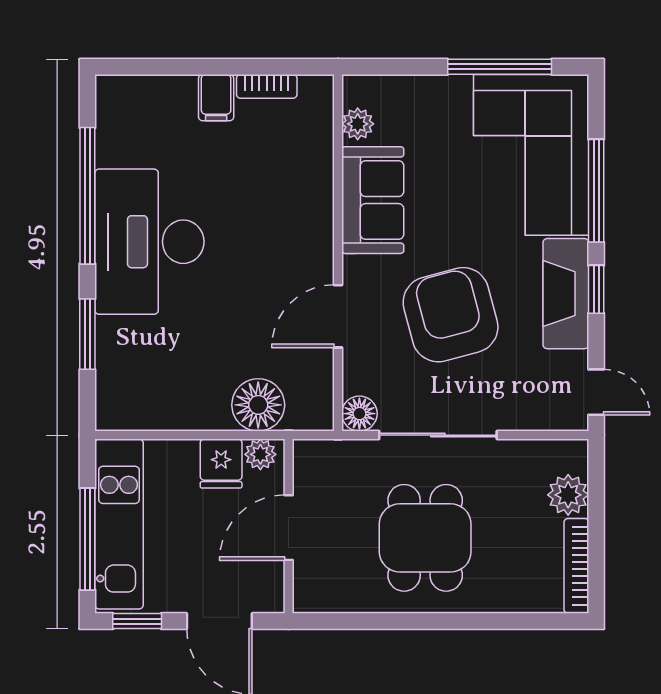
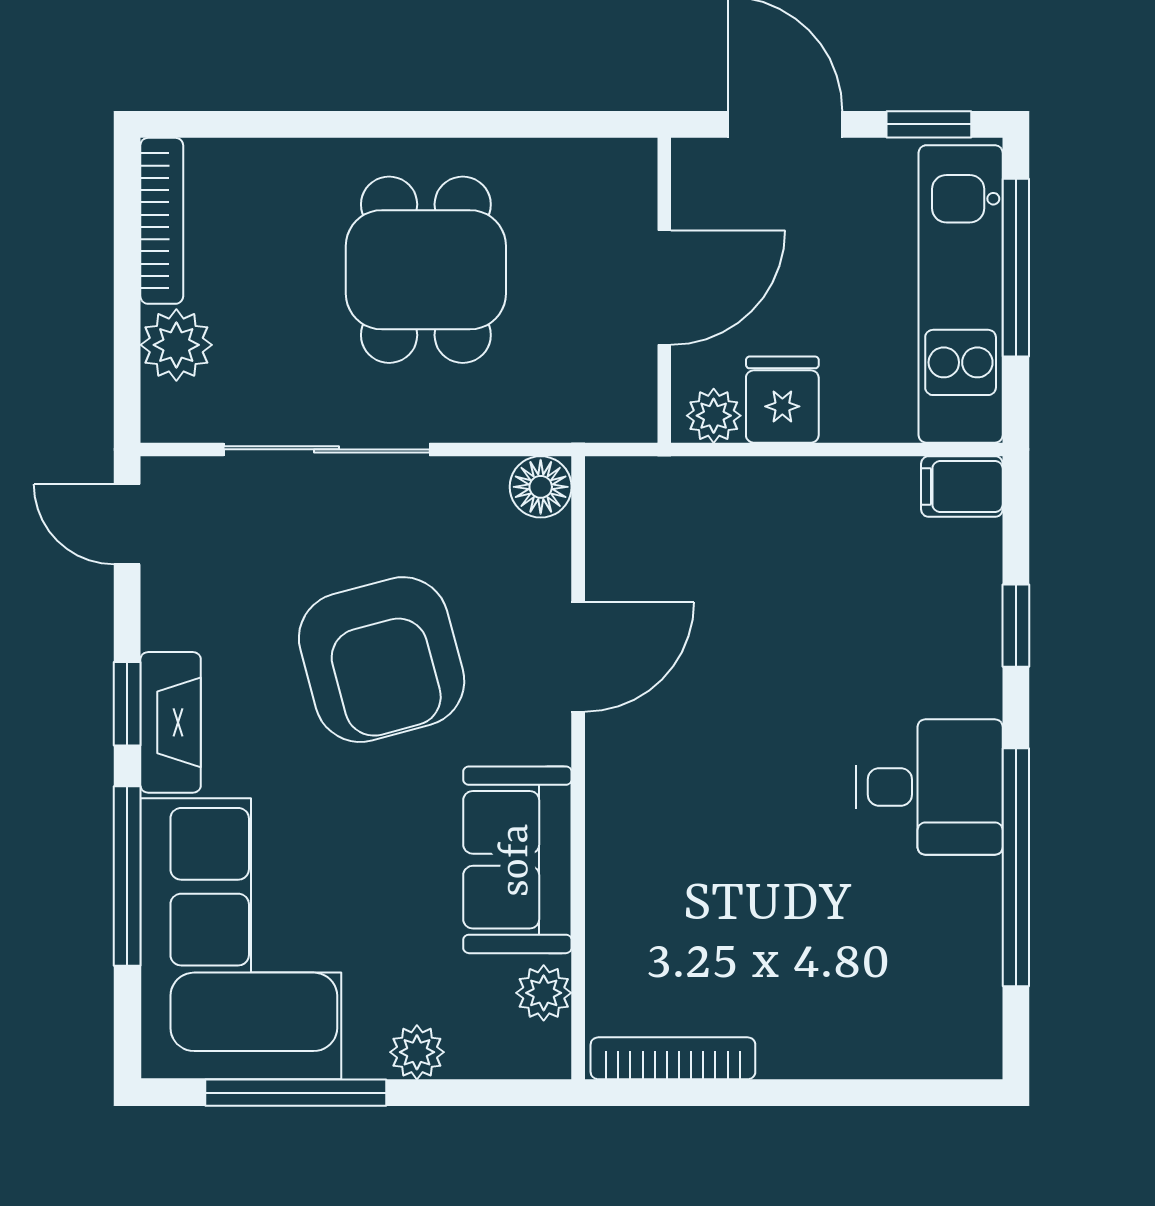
bookcase: (267, 86) -> (673, 1058), width x1.56
plant: (430, 90) -> (417, 1052), added
filing cabinet: (216, 98) -> (962, 487), moved, turned -90
desk: (149, 242) -> (929, 787), width x0.53, depth x0.77
fireplace: (566, 294) -> (171, 722), width x0.73, depth x0.76
window: (87, 334) -> (1016, 626), width x0.67
floor lamp: (258, 405) -> (717, 502), removed
sliding door: (438, 435) -> (327, 449), moved

